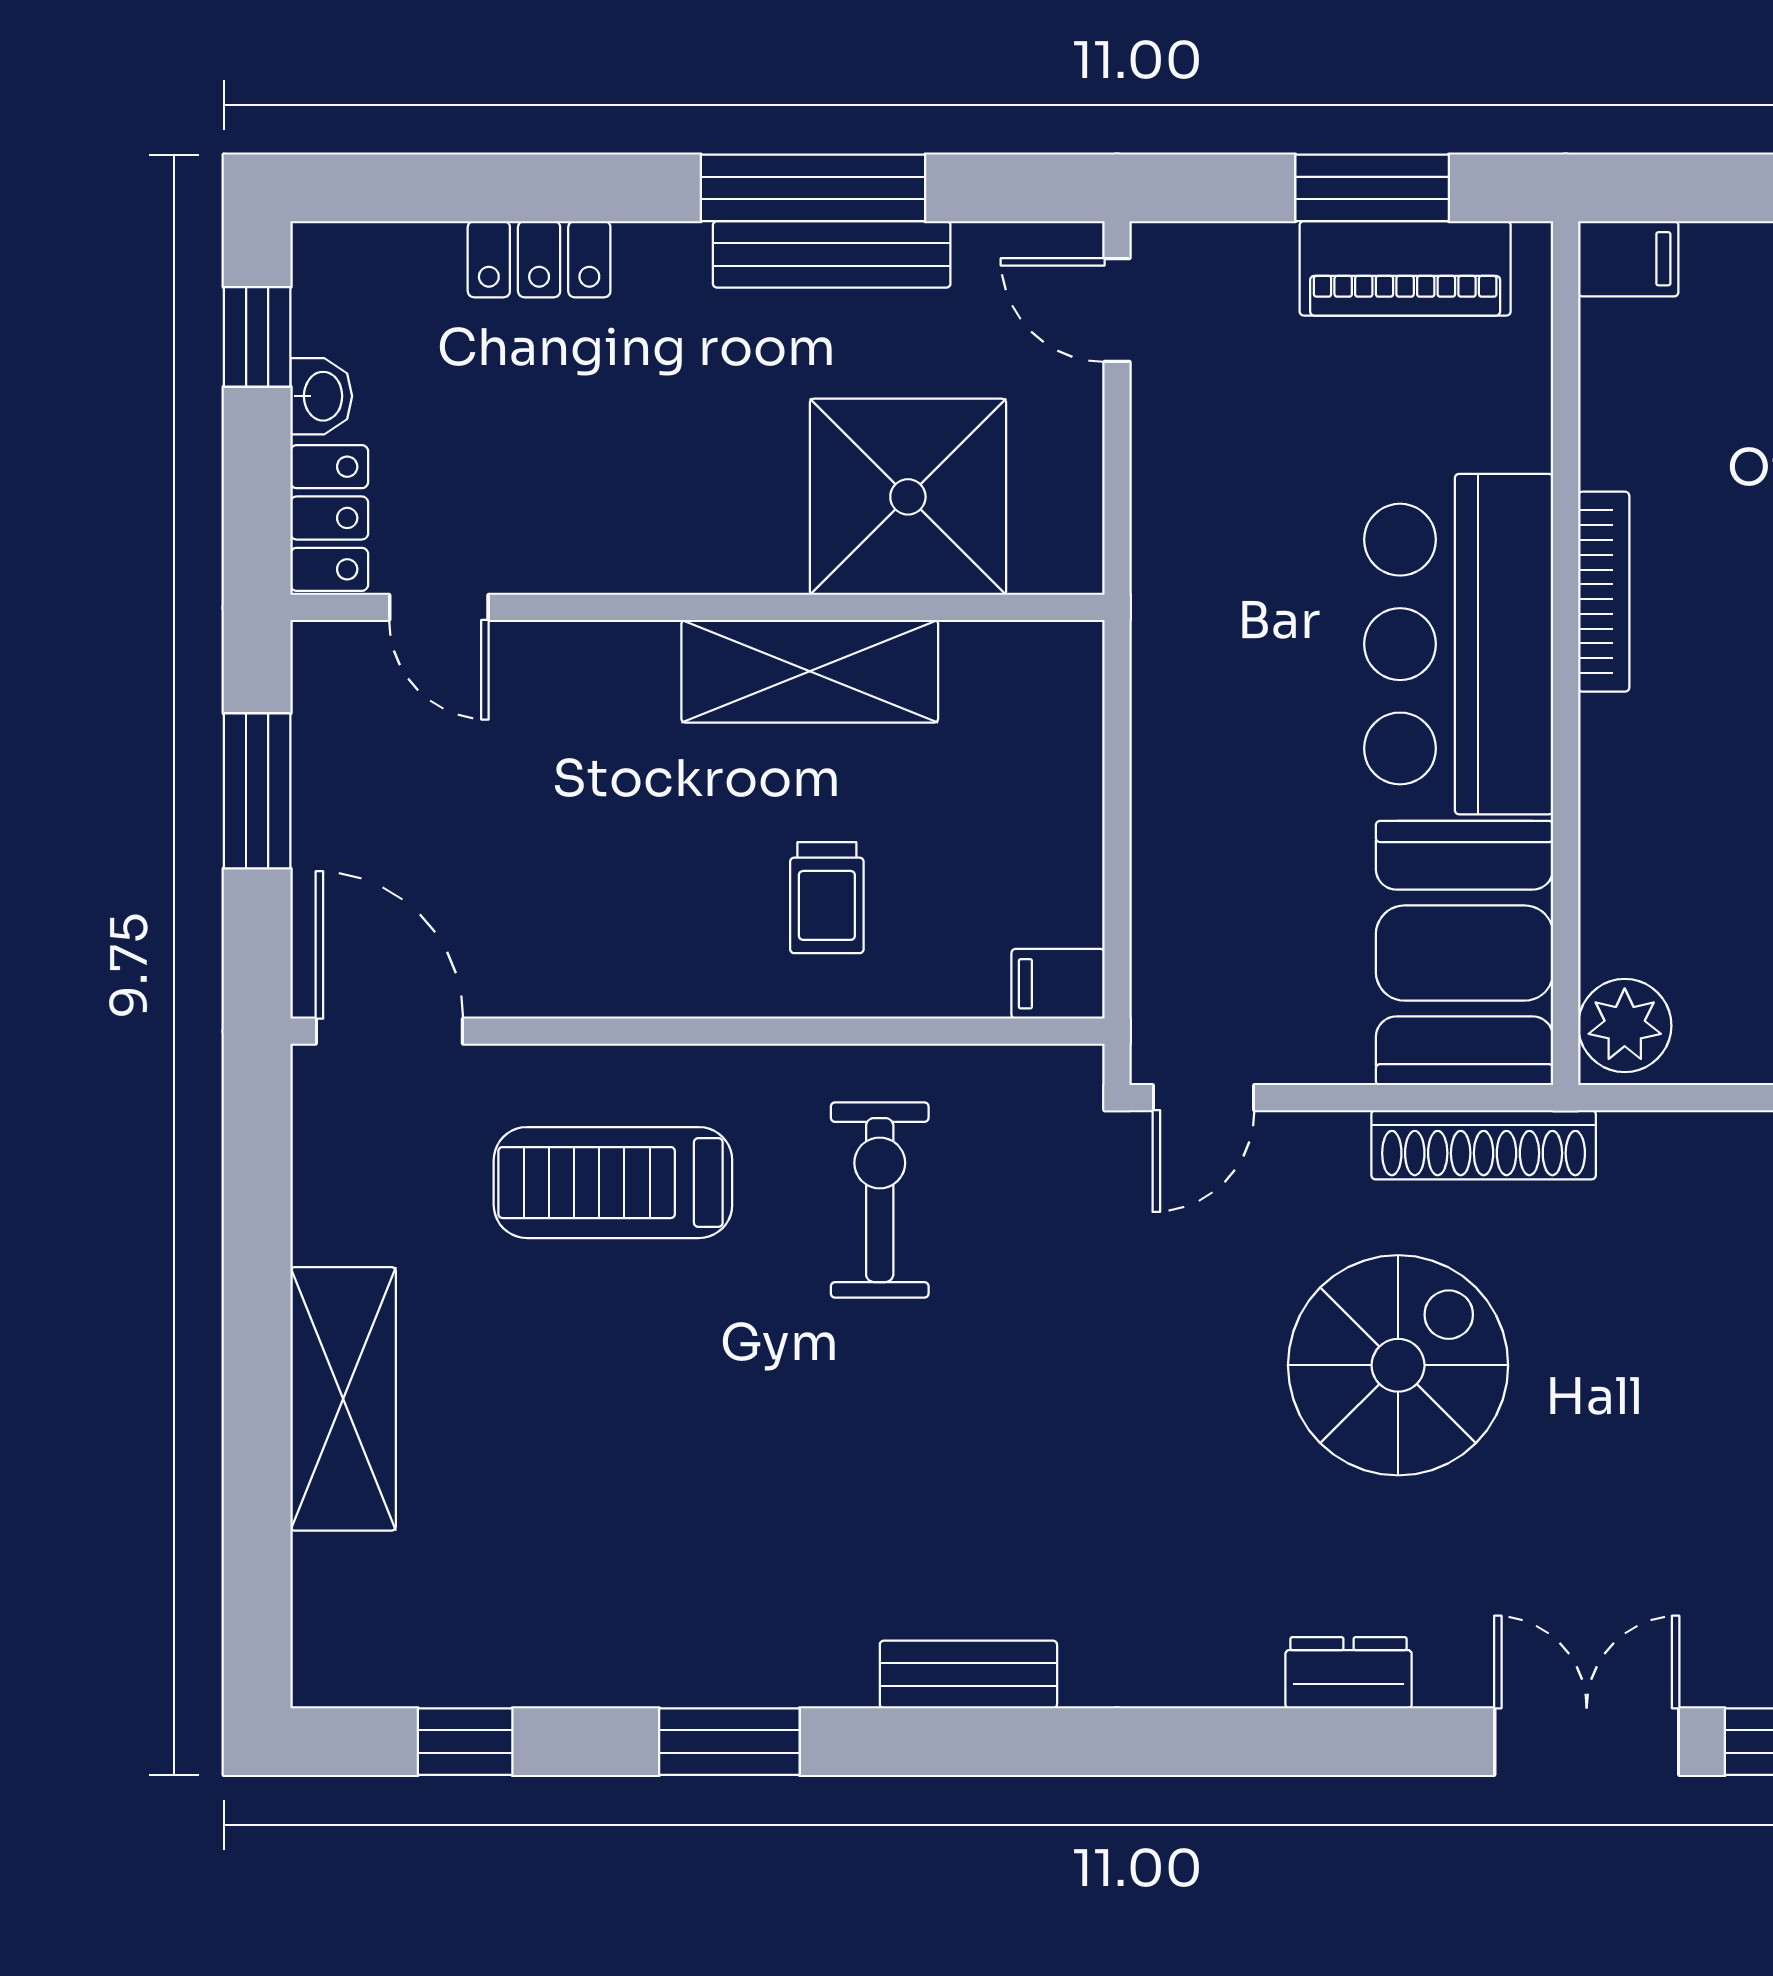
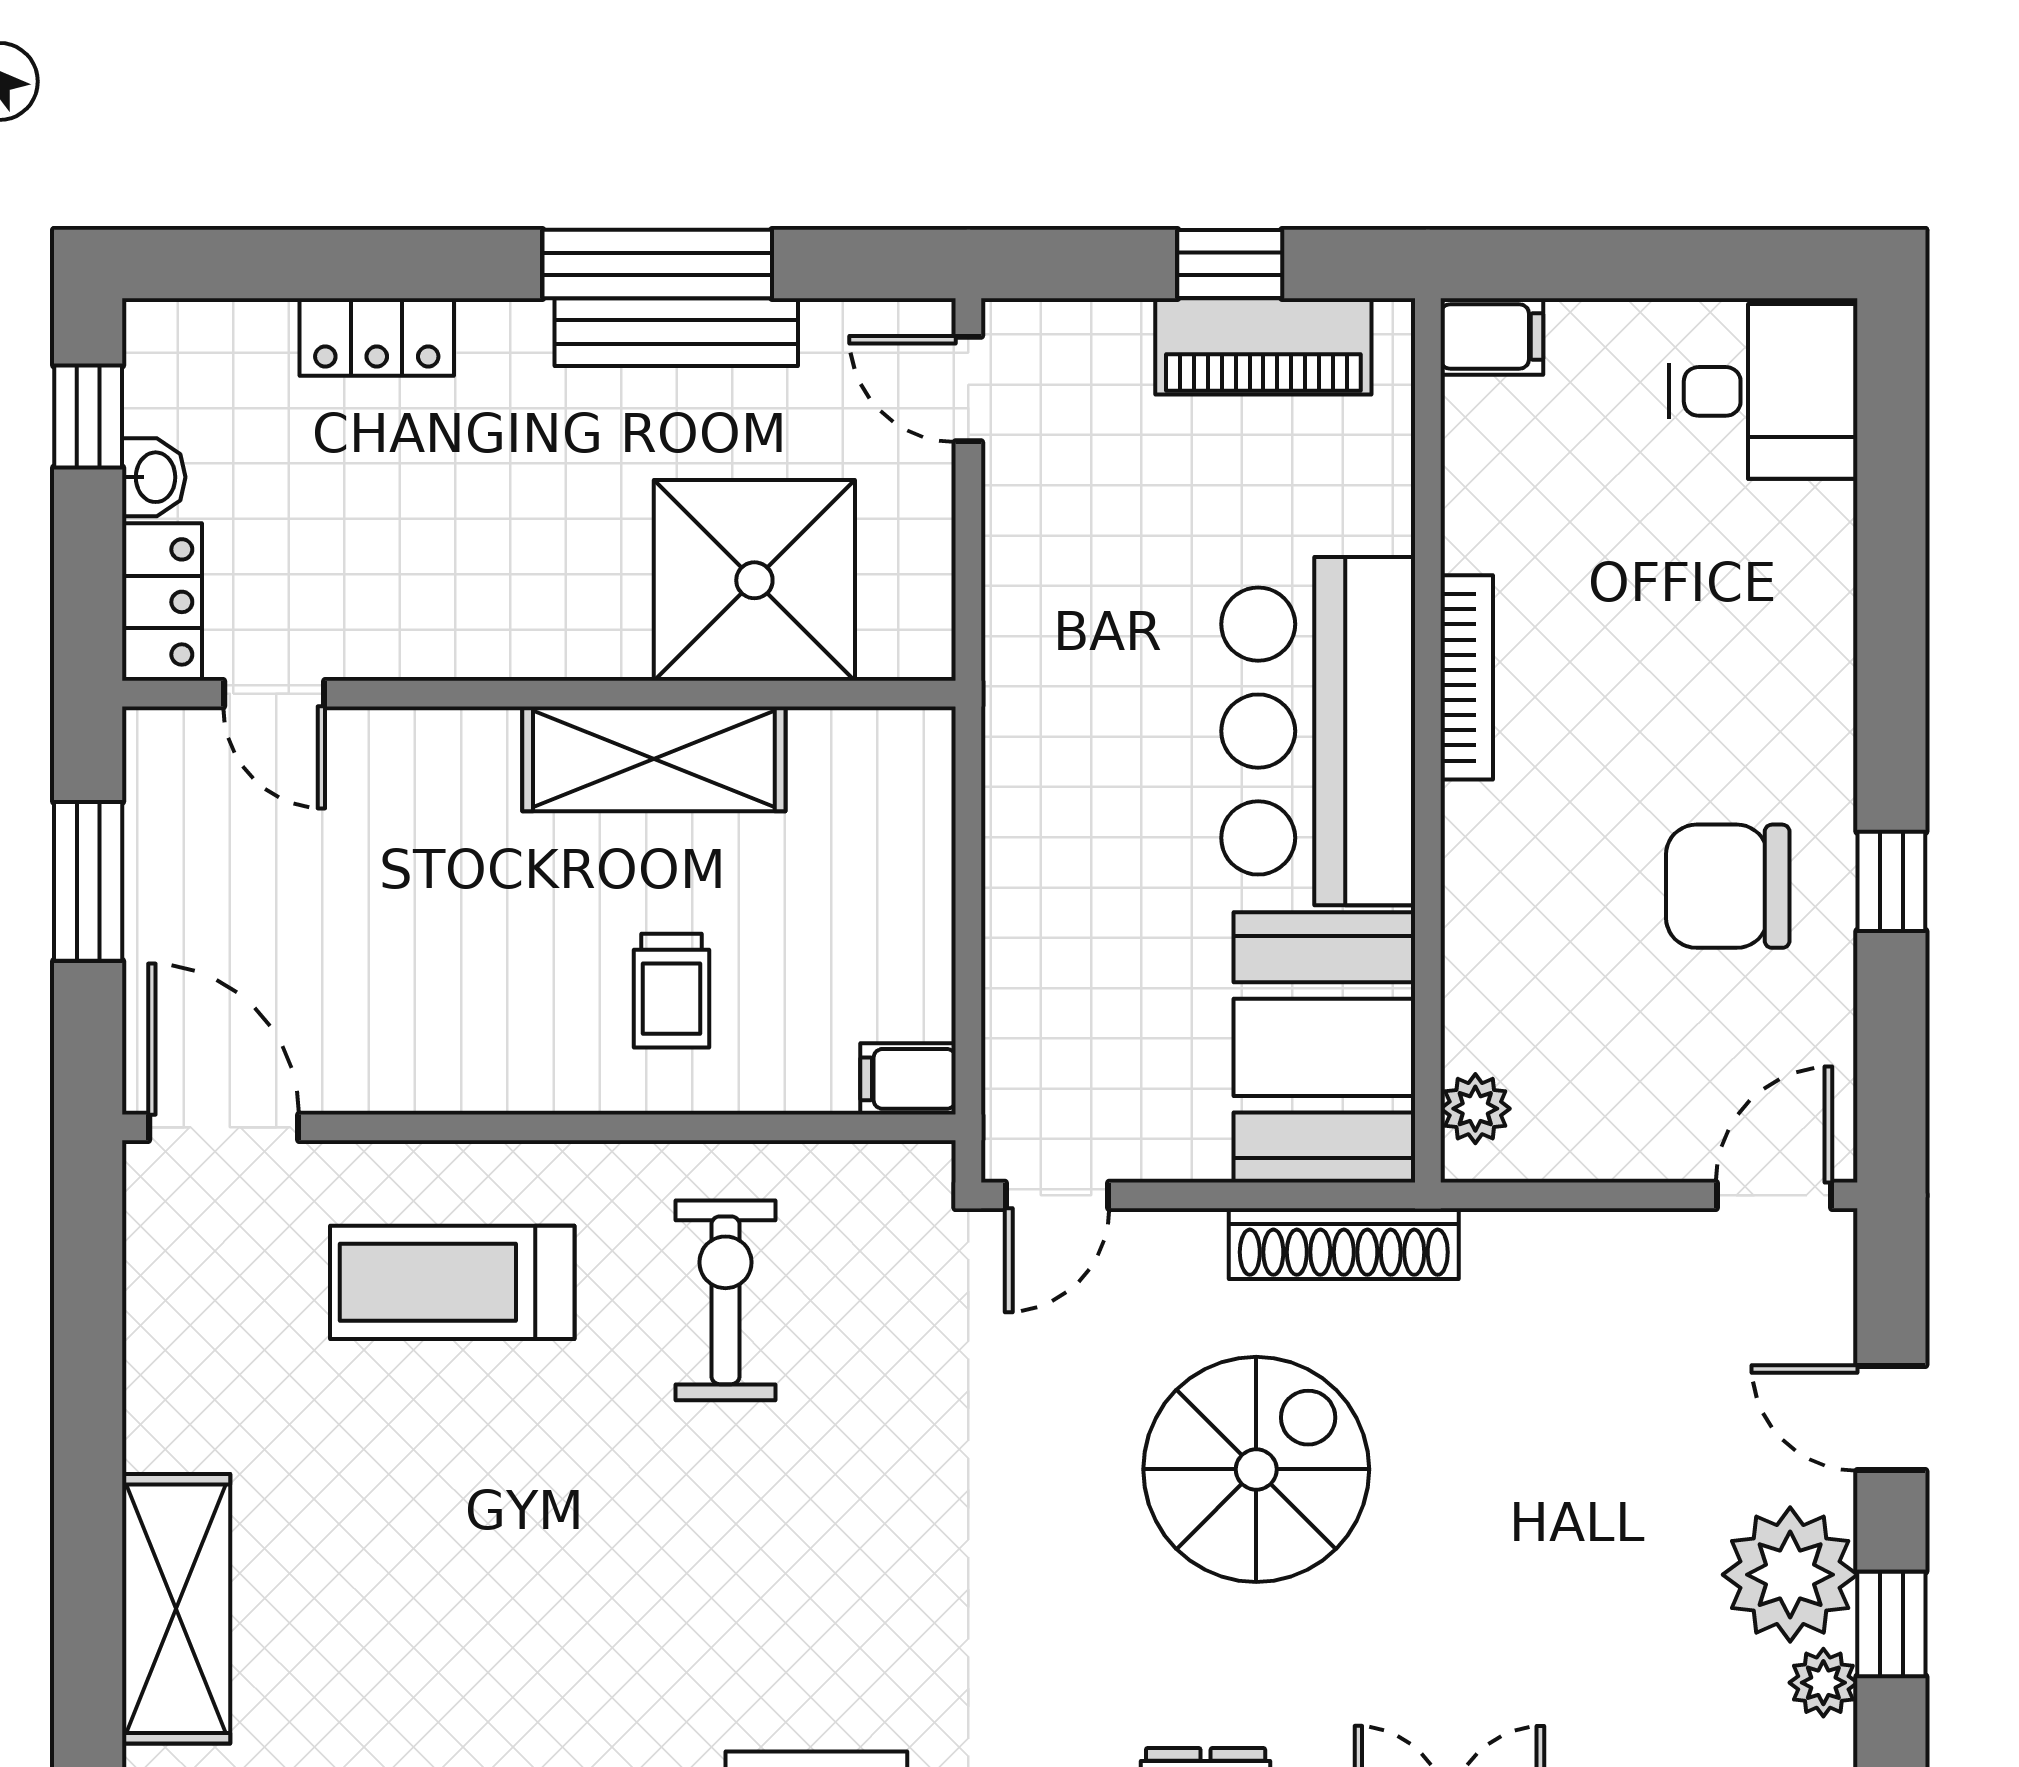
window: (1372, 188) -> (1230, 264), width x0.67
plant: (1625, 1026) -> (1475, 1109), width x0.73, depth x0.73
shelving: (343, 1399) -> (176, 1609), moved

